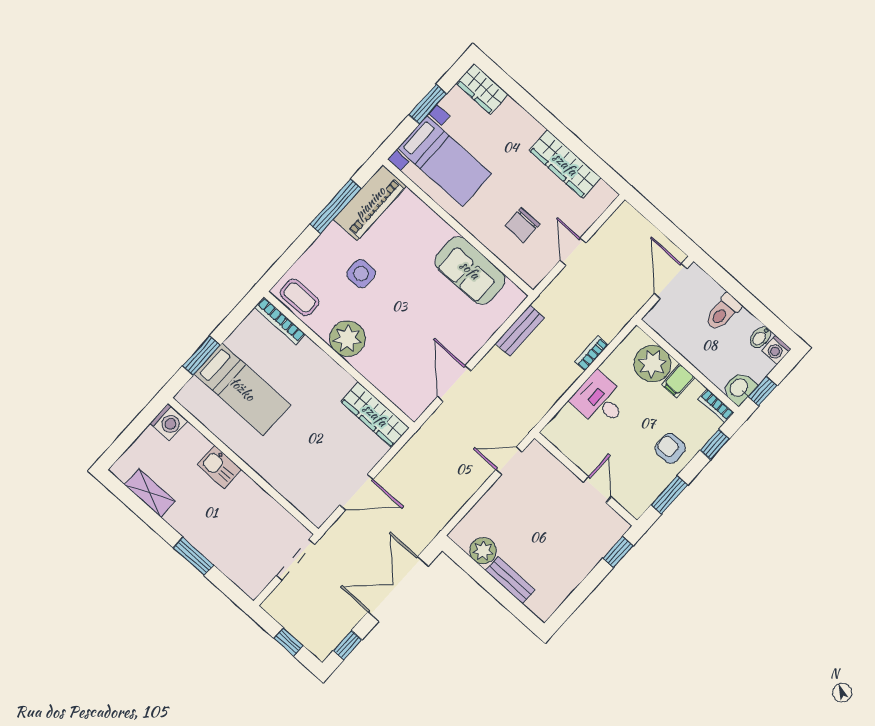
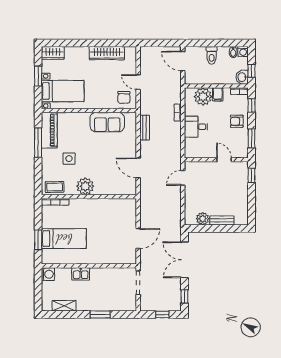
chair: (522, 225) -> (124, 97), moved
wardrobe: (375, 415) -> (120, 205), removed

